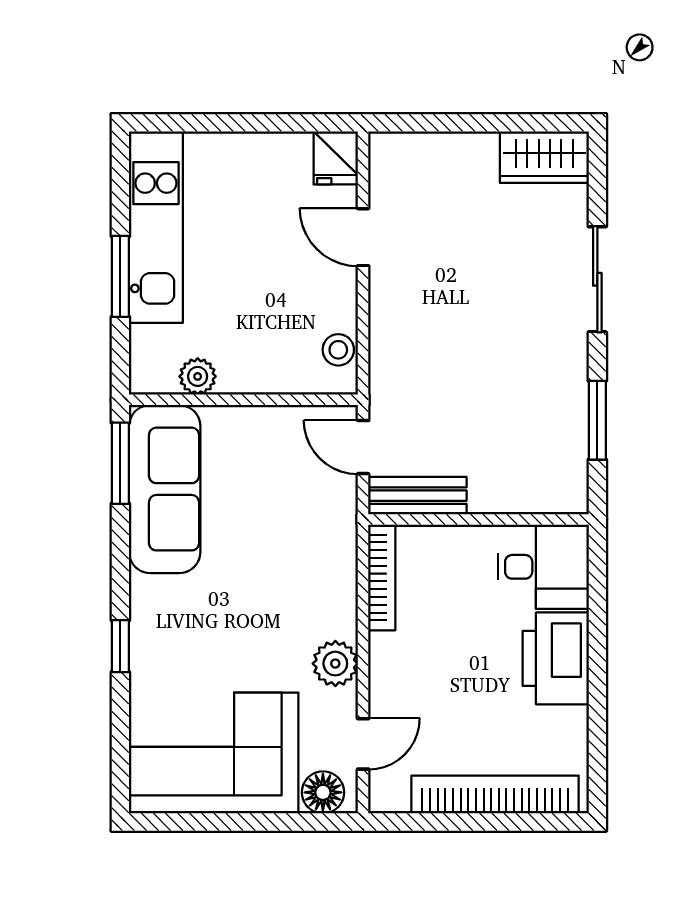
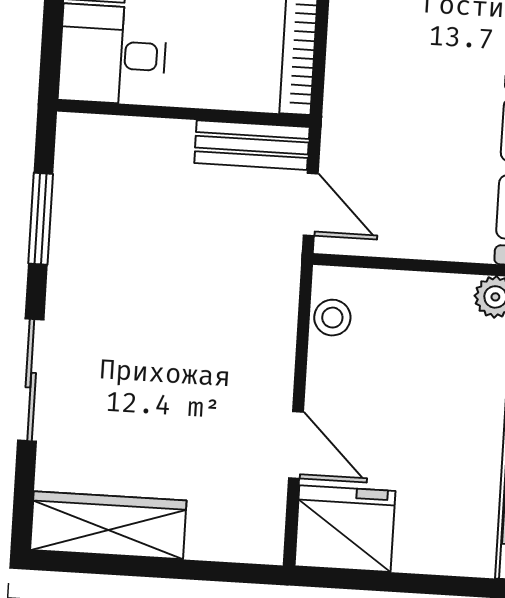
wardrobe: (544, 157) -> (108, 525), width x1.50
fridge: (336, 158) -> (345, 529), width x1.88, depth x1.34

